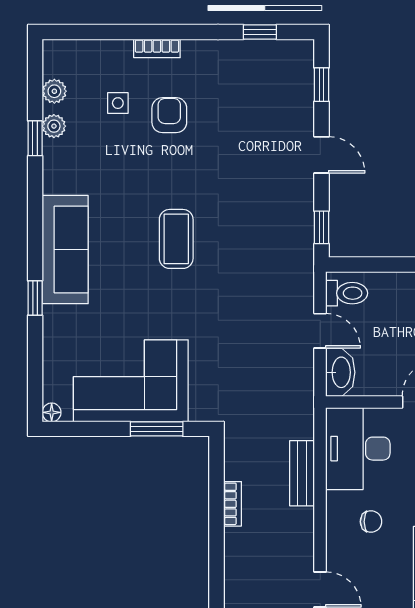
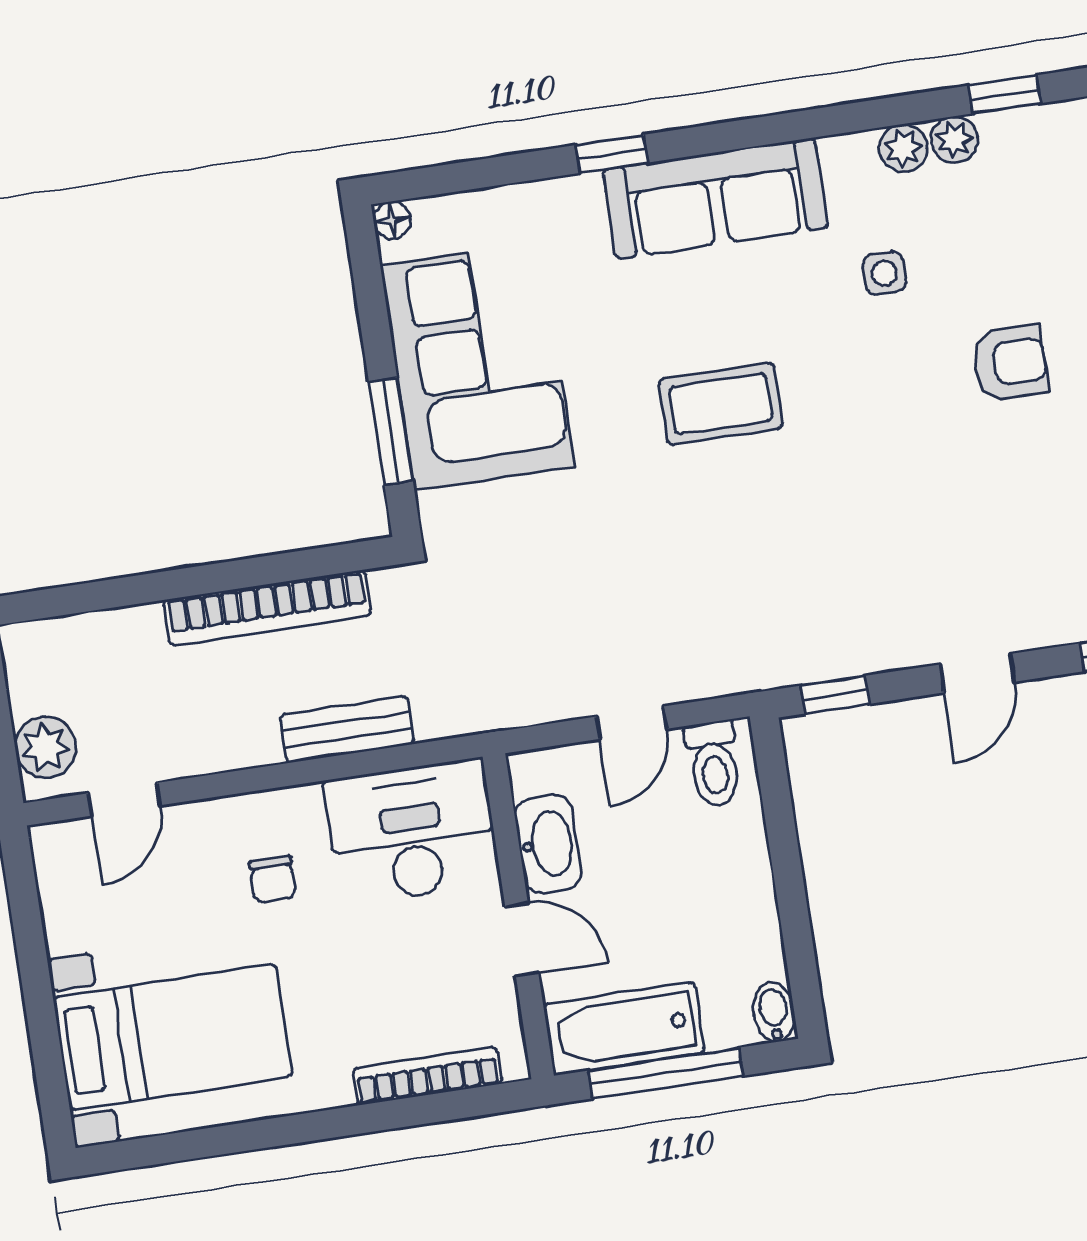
plant: (54, 91) -> (903, 148), moved
side table: (118, 103) -> (884, 273), moved
window: (35, 138) -> (1005, 94), moved
coffee table: (176, 239) -> (721, 404), moved
washbasin: (340, 372) -> (548, 844), moved, turned -90
bookcase: (233, 504) -> (267, 608), width x2.31, depth x1.31

